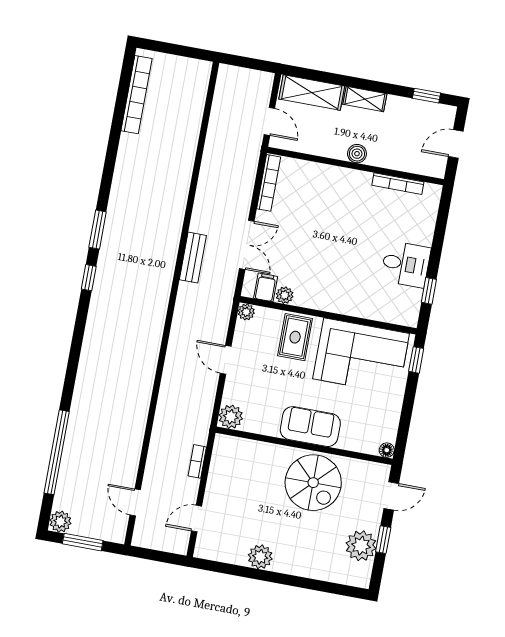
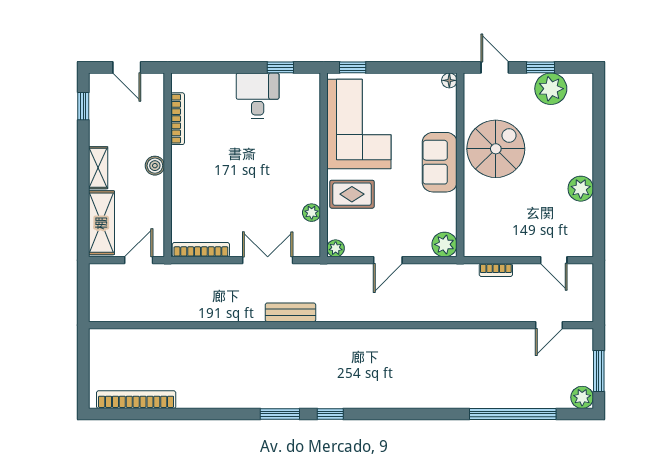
filing cabinet: (266, 287) -> (307, 233), removed

